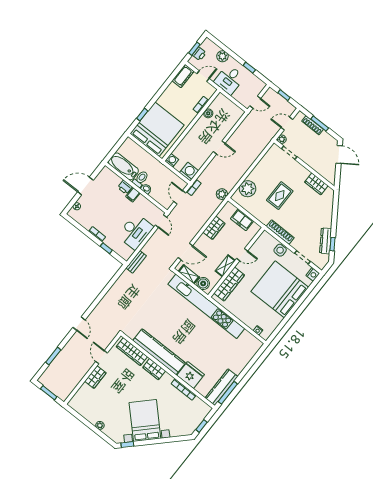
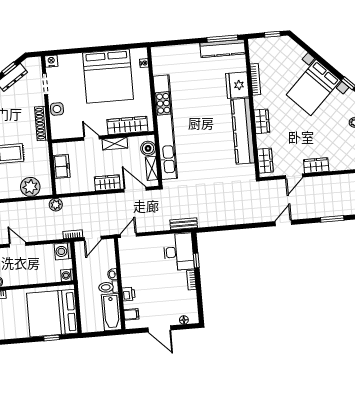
filing cabinet: (133, 195) -> (131, 314), moved
wardrobe: (214, 228) -> (107, 183), moved
desk: (135, 231) -> (179, 252), moved, turned 90
bed: (280, 289) -> (108, 76), moved
wardrobe: (132, 352) -> (265, 161), width x0.67

